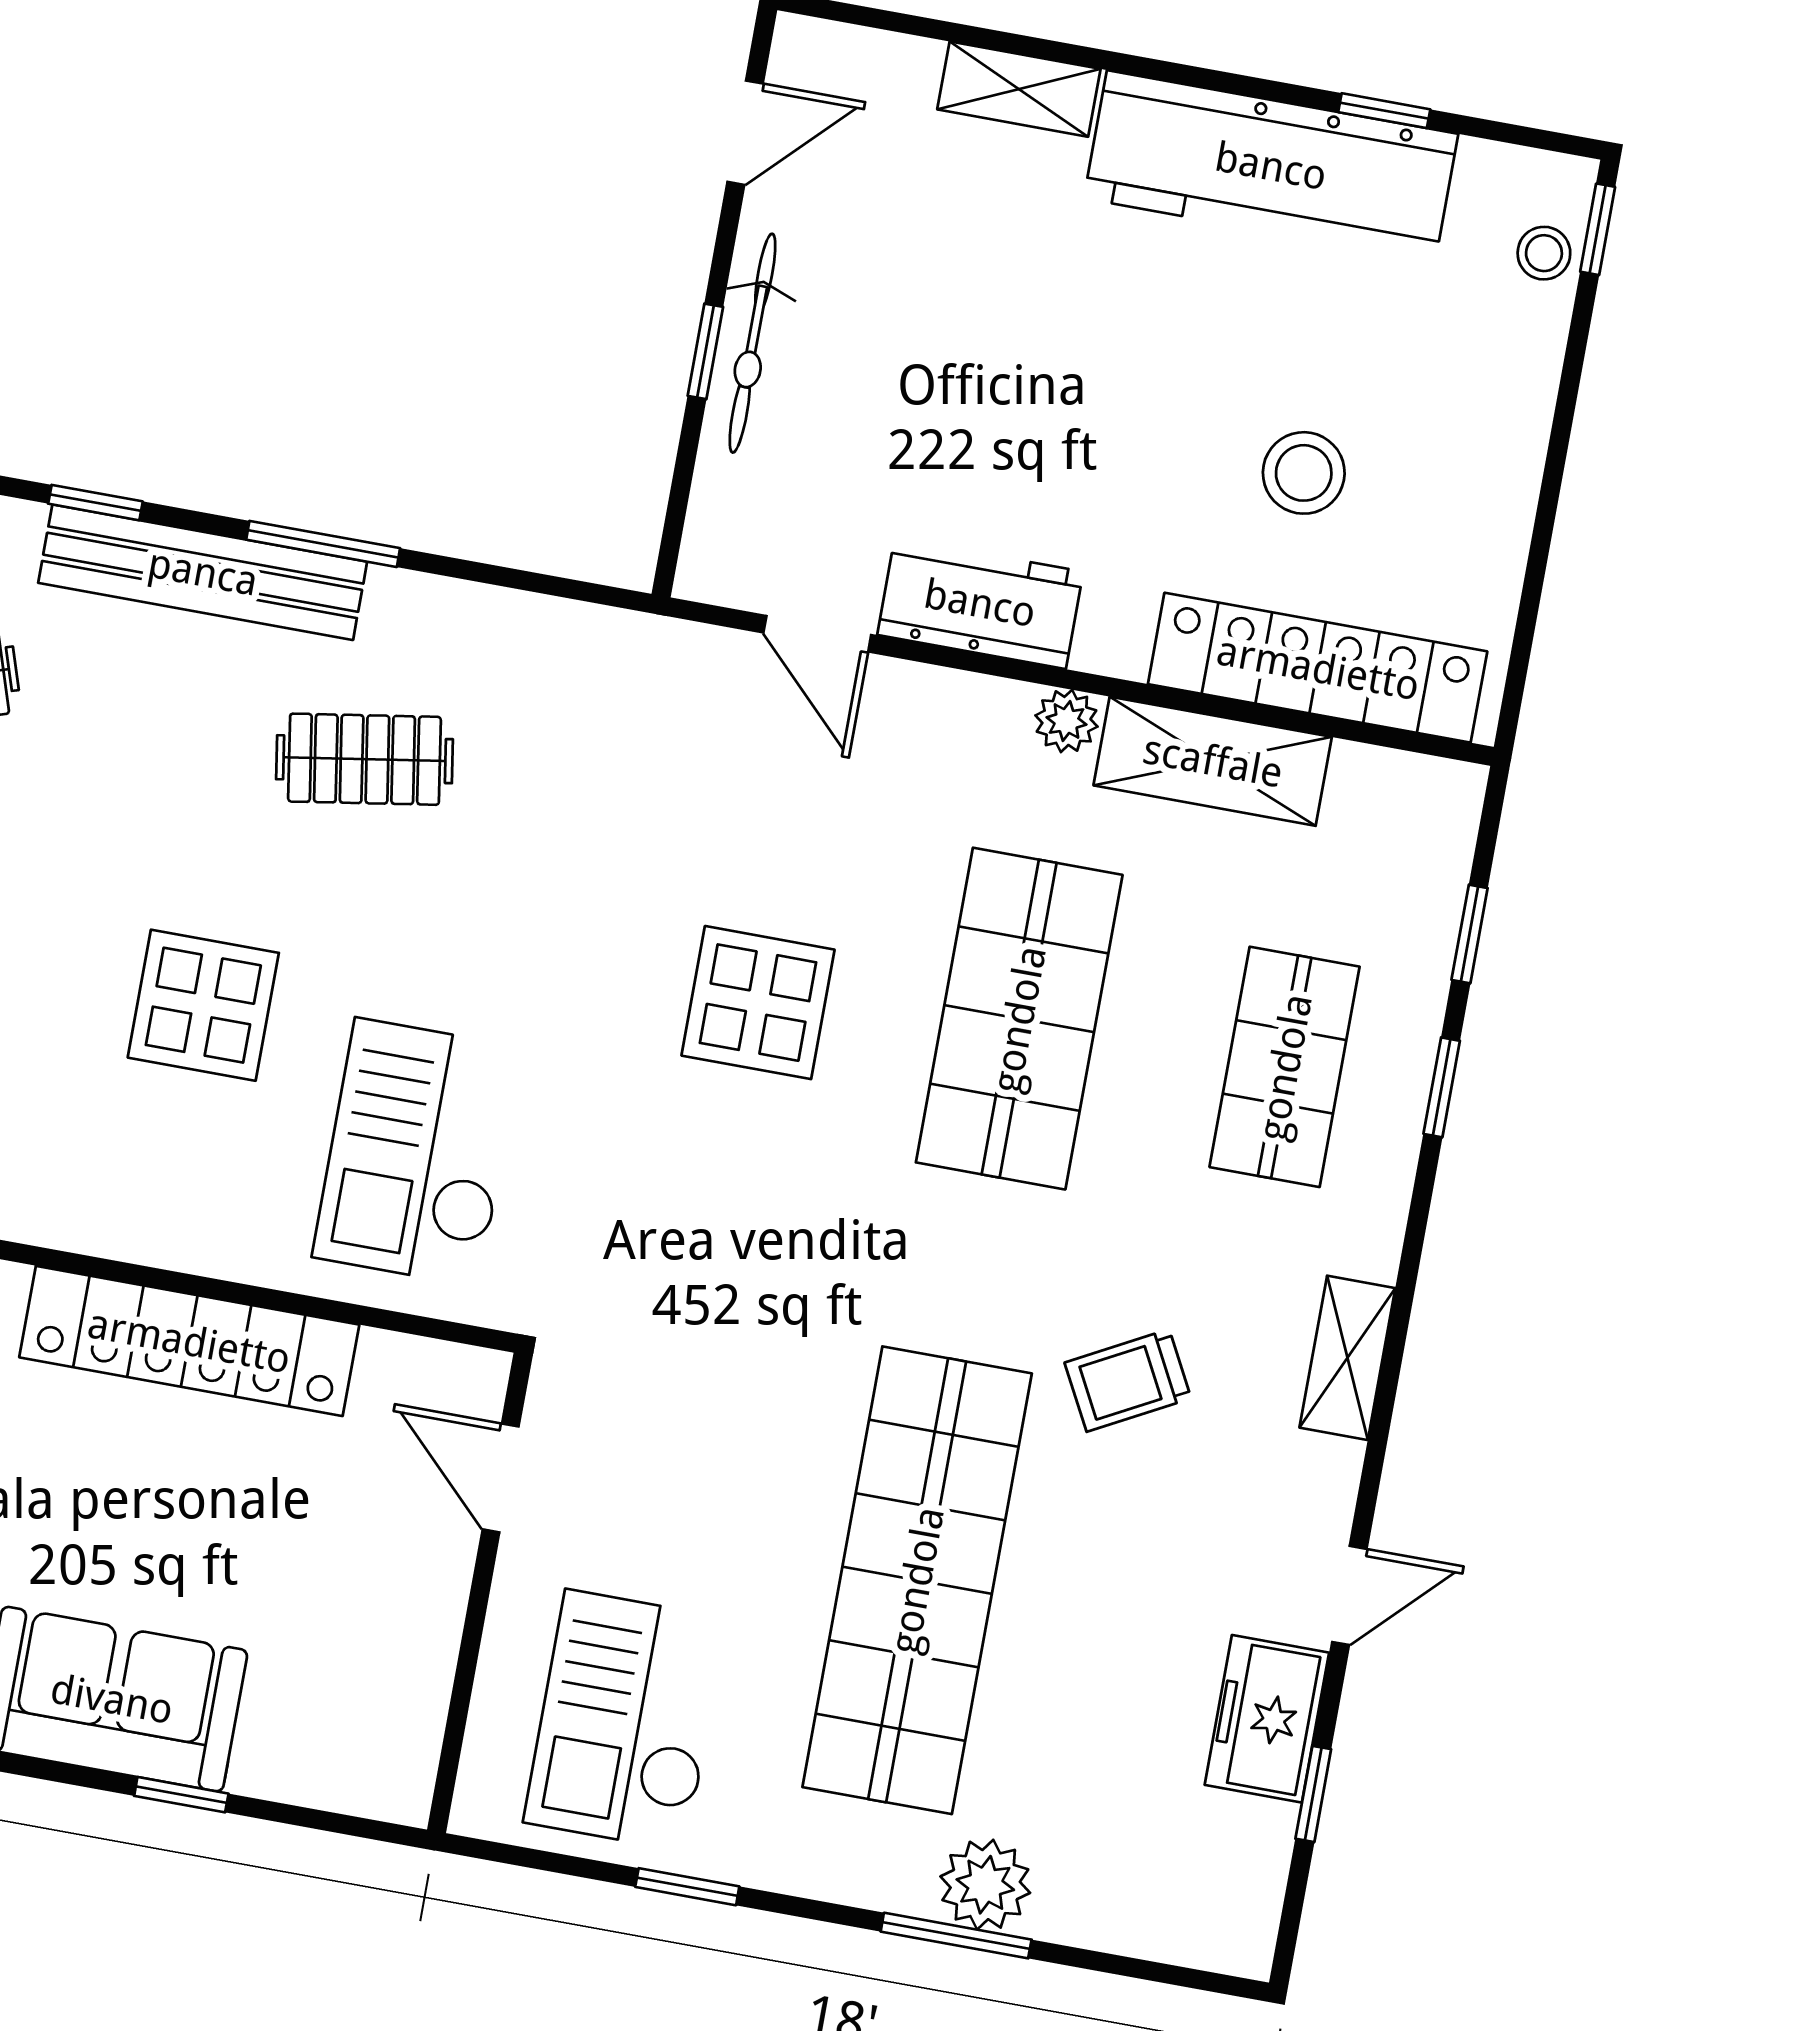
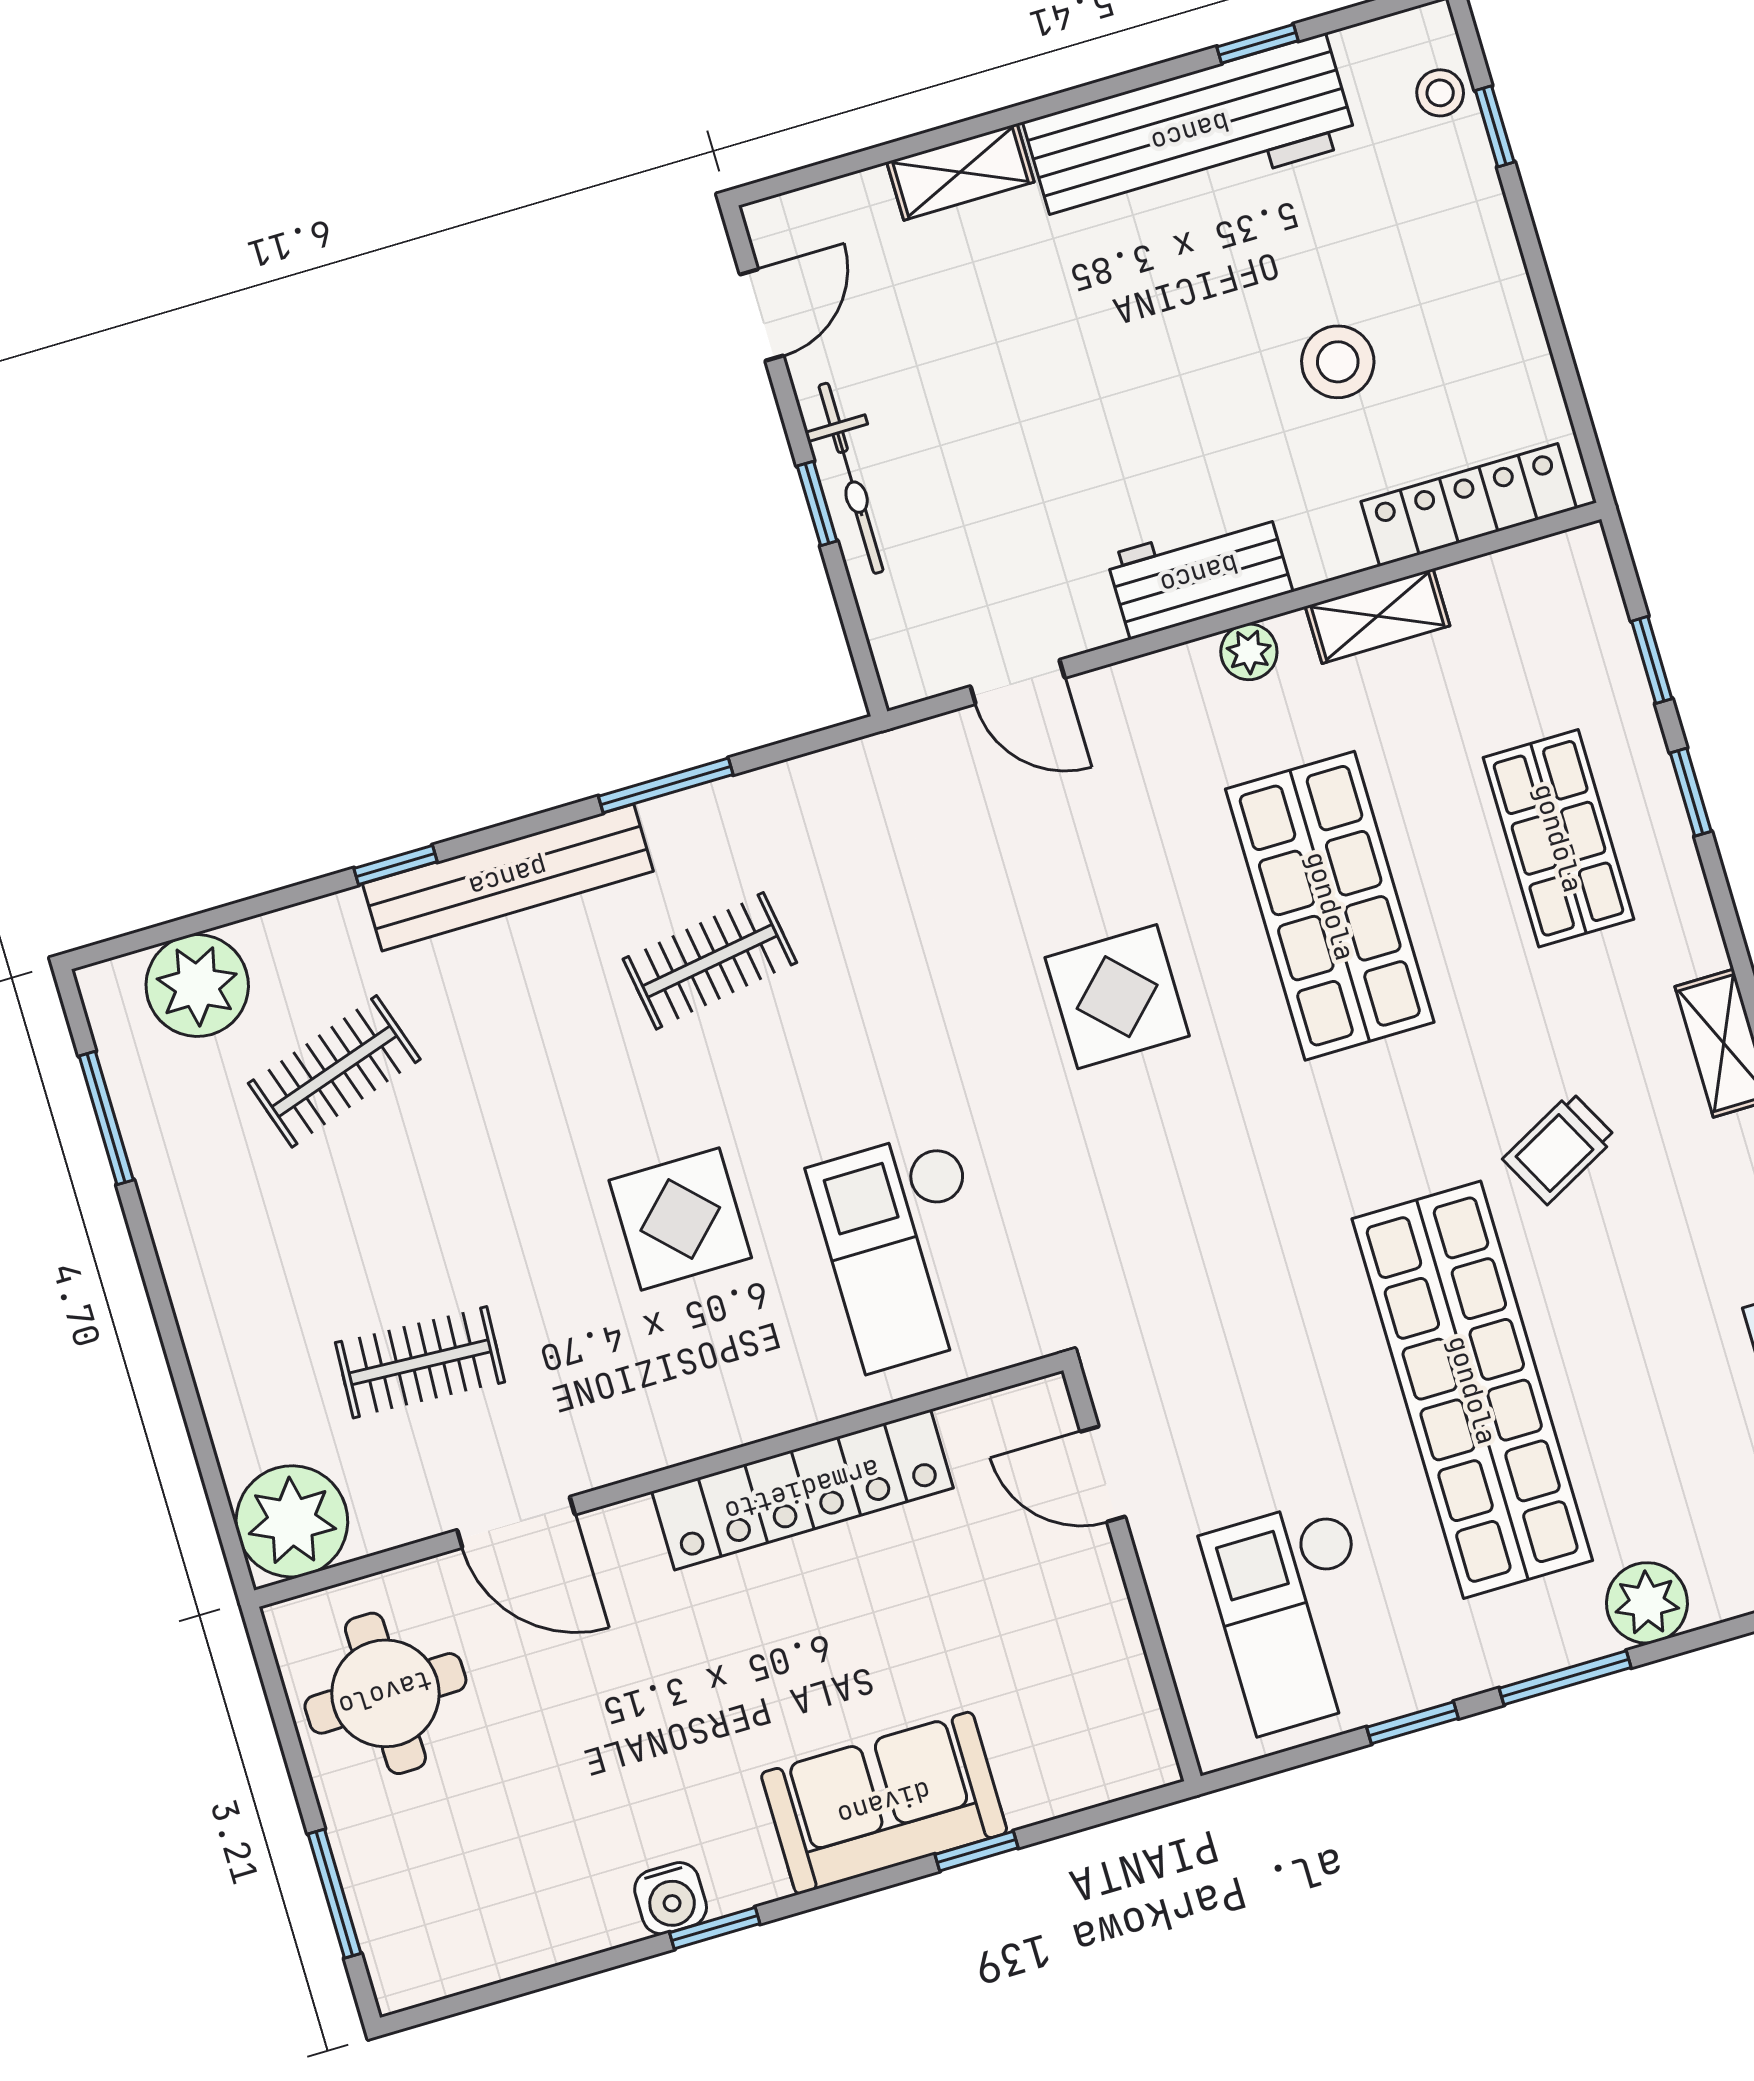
window: (1598, 229) -> (1495, 126), moved
window: (323, 544) -> (666, 785), moved
workbench: (980, 603) -> (1199, 574), moved
locker: (1318, 668) -> (1469, 505), width x0.71, depth x0.83
shelving: (1213, 761) -> (1377, 616), width x0.67, depth x0.75
window: (956, 1936) -> (1565, 1678), moved

